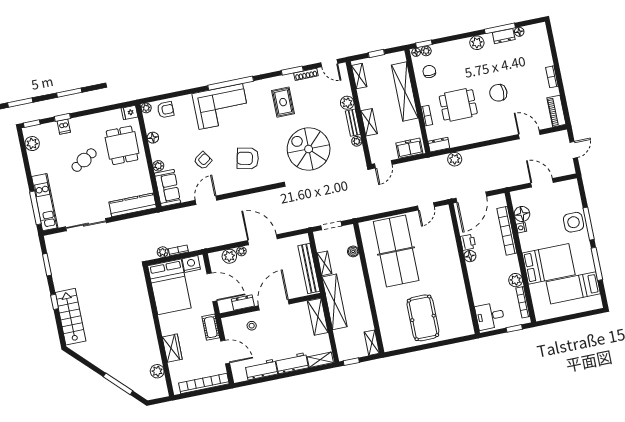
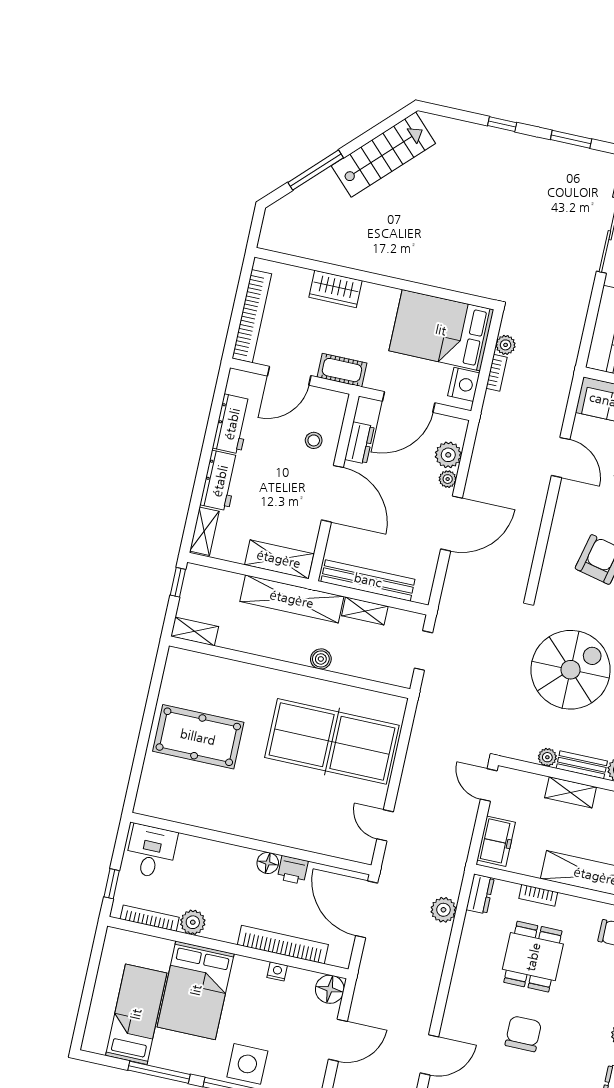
floor lamp: (522, 214) -> (330, 989), moved
boiler: (353, 251) -> (321, 659), moved
stairs: (70, 317) -> (383, 155), moved, turned -45
plant: (157, 371) -> (307, 246), removed

